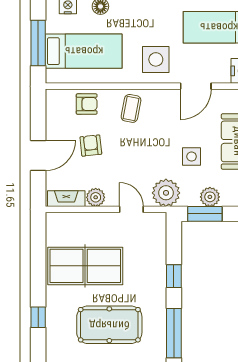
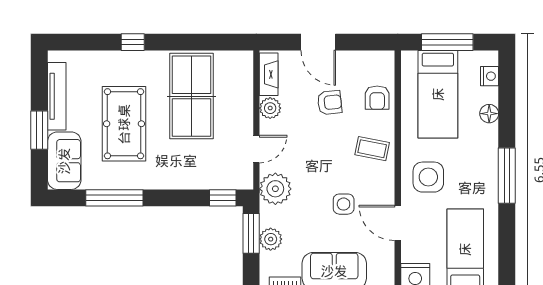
side table: (192, 157) -> (344, 204), moved
window: (174, 276) -> (223, 198), moved

